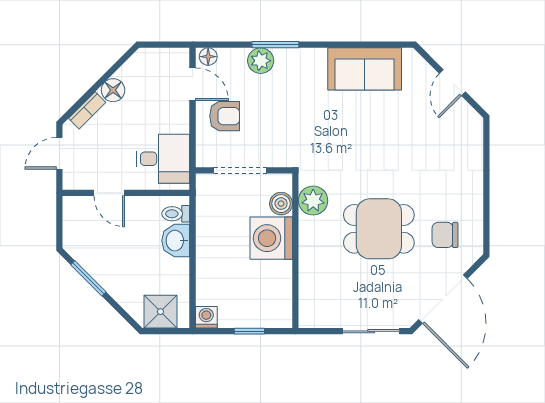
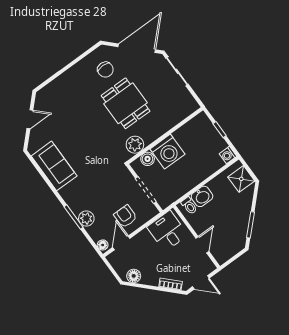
floor lamp: (113, 90) -> (134, 276), moved

